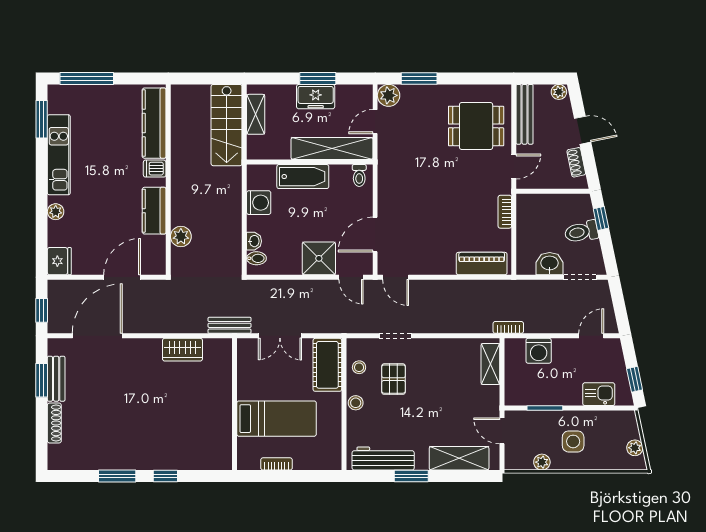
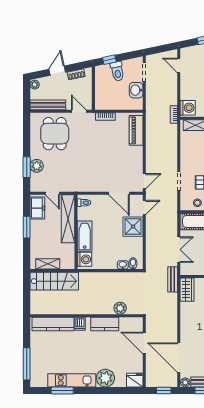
plant: (389, 95) -> (37, 166), moved
freezer: (316, 97) -> (37, 208), moved
window: (42, 119) -> (62, 391), moved
washing machine: (259, 203) -> (85, 259), moved, turned 90
plant: (56, 212) -> (105, 378), width x1.87, depth x1.87
plant: (55, 347) -> (185, 382), added
wardrobe: (182, 350) -> (187, 290), moved
washing machine: (539, 351) -> (188, 108), moved

